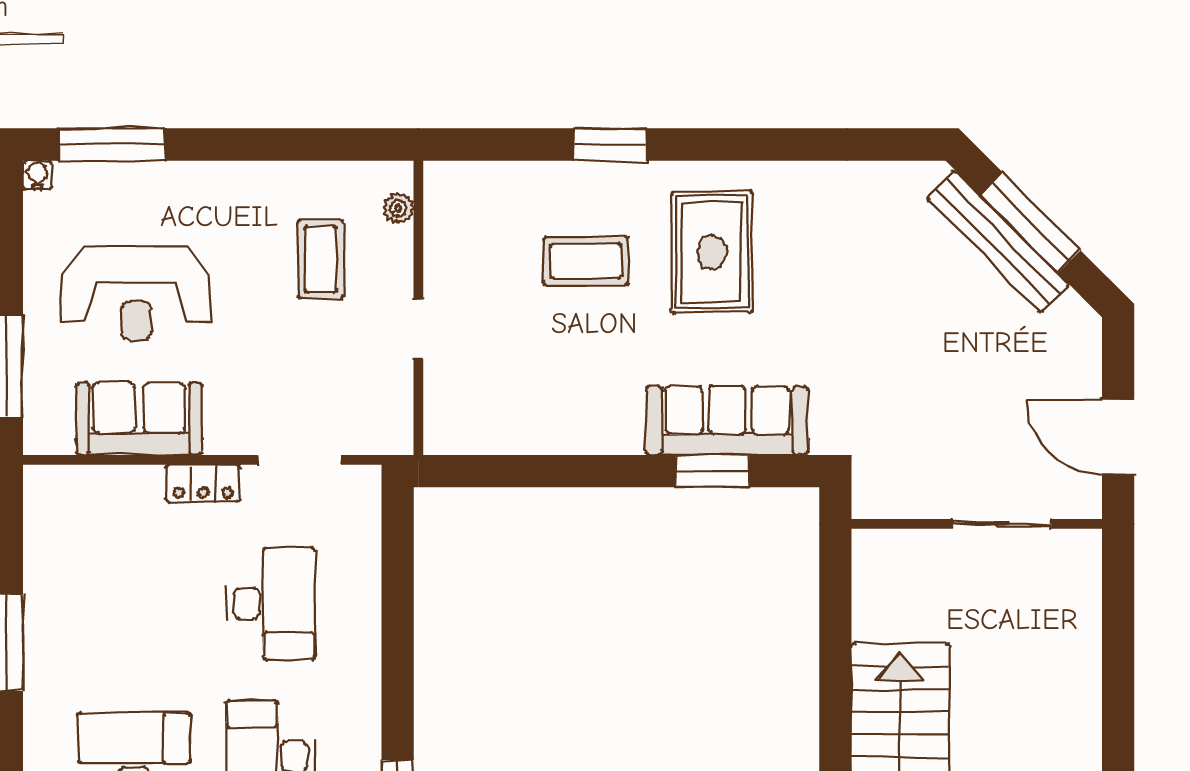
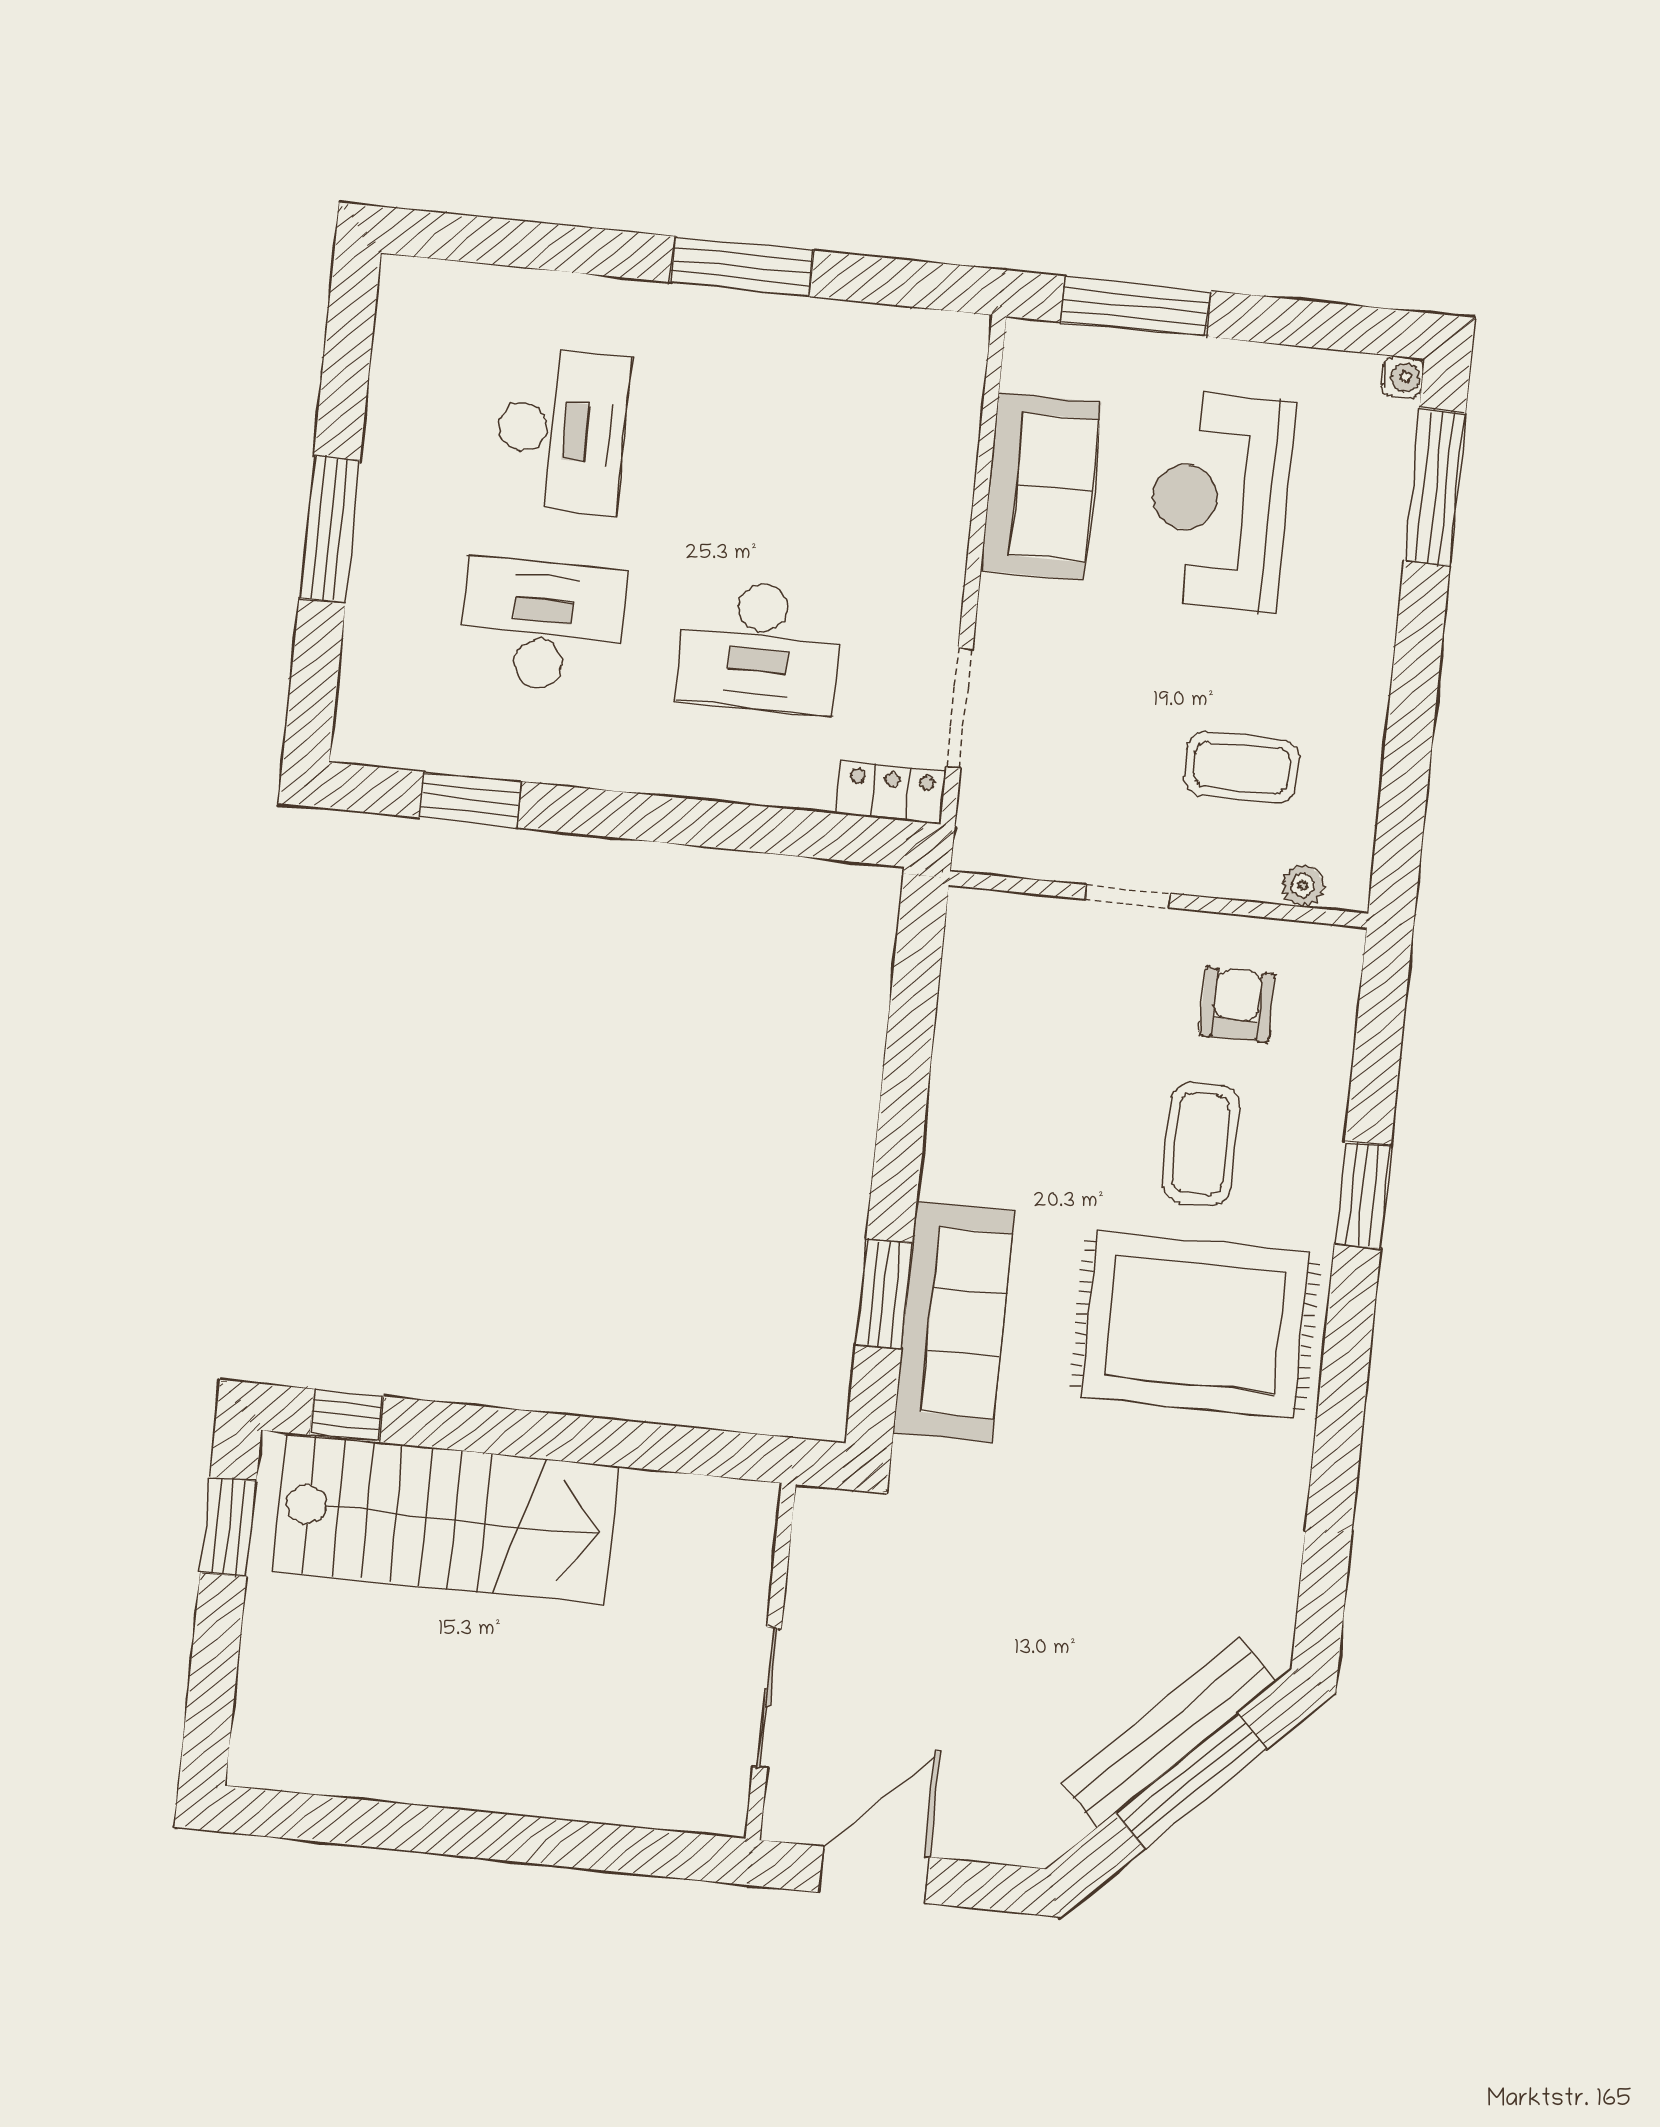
armchair: (486, 246) -> (1237, 1005), added
rug: (712, 252) -> (1195, 1324), width x1.37, depth x1.44
locker: (203, 483) -> (891, 793), moved, turned 90

